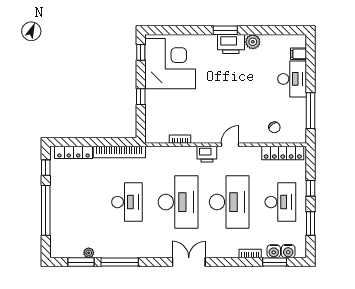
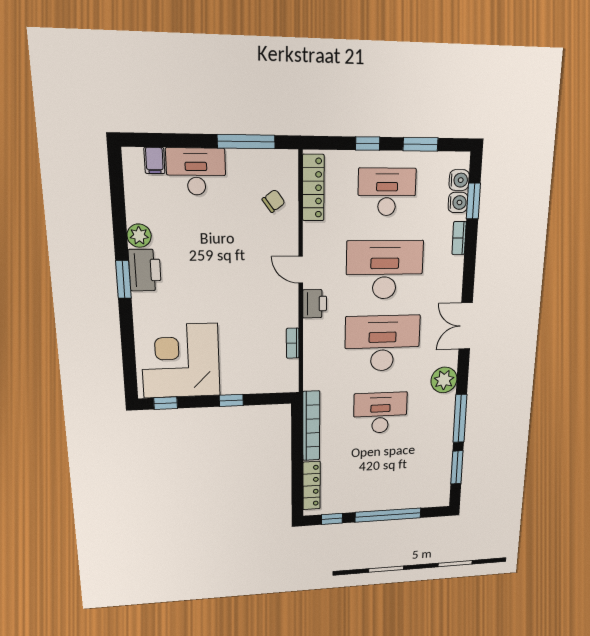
plant: (89, 253) -> (444, 380), moved, width x1.87, depth x1.87

